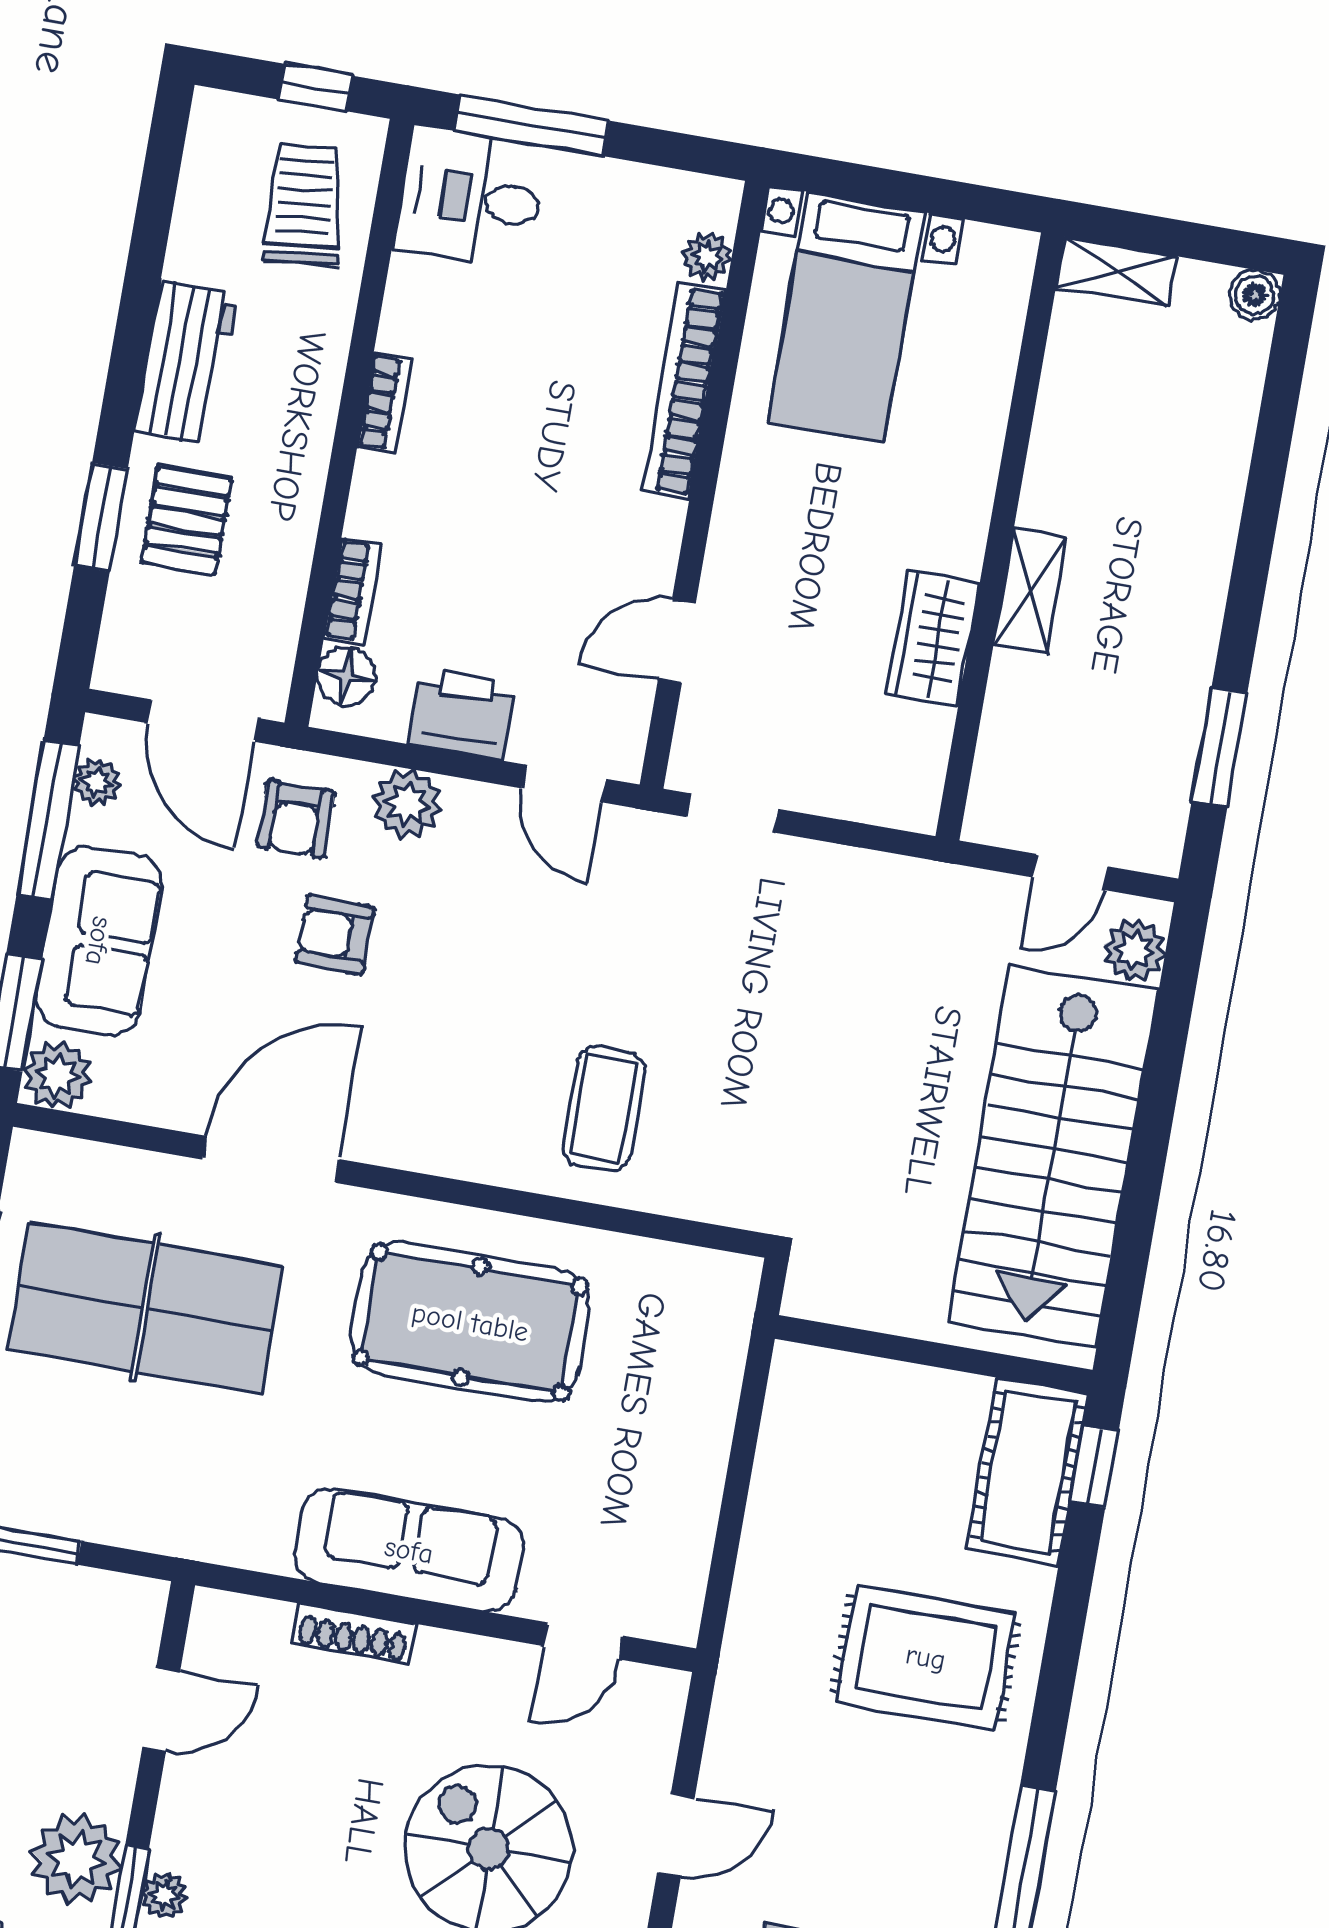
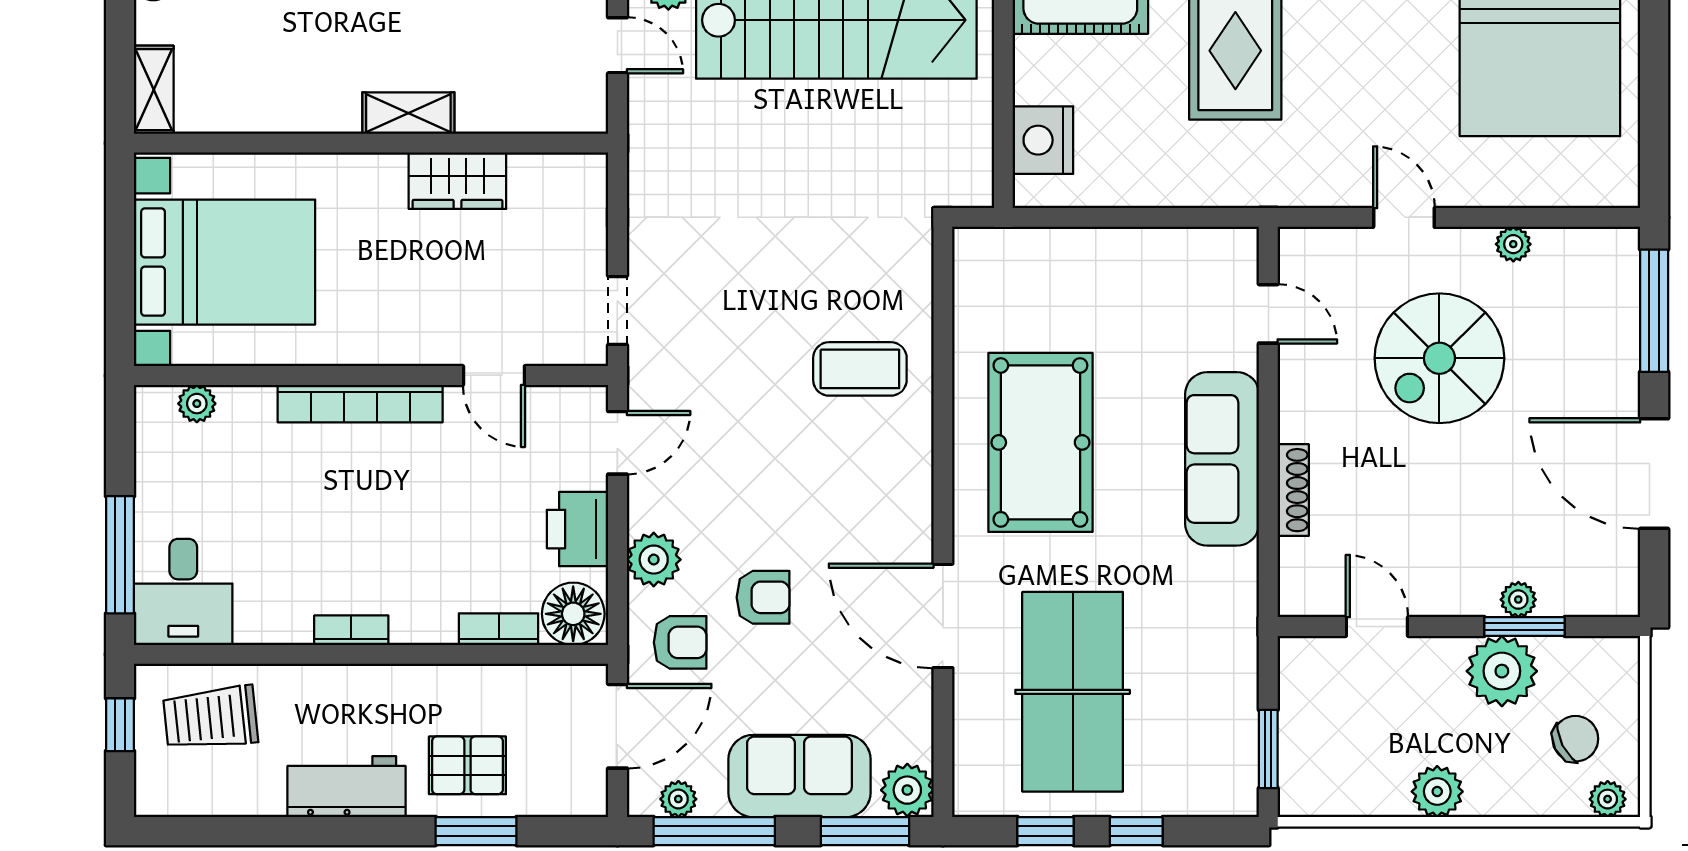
bed with nightstands: (846, 317) -> (225, 262), width x1.36
bookcase: (684, 390) -> (360, 404), moved
floor lamp: (347, 676) -> (573, 614), width x1.38, depth x1.38
armchair: (335, 935) -> (763, 597), turned -90
nightstand: (855, 1392) -> (1043, 140), added

